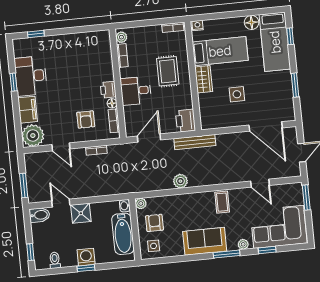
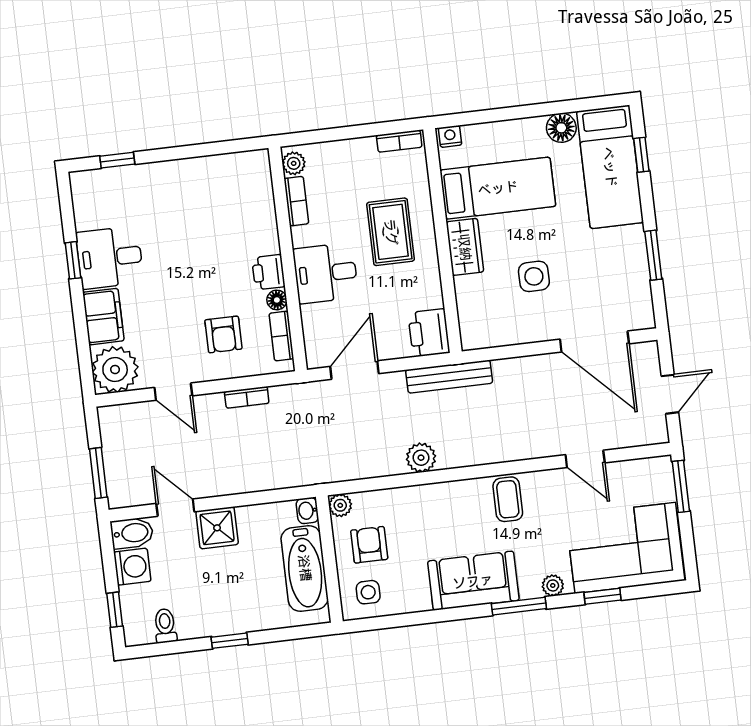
desk: (31, 76) -> (110, 258), width x0.73
washing machine: (86, 257) -> (132, 567), moved, turned 90

